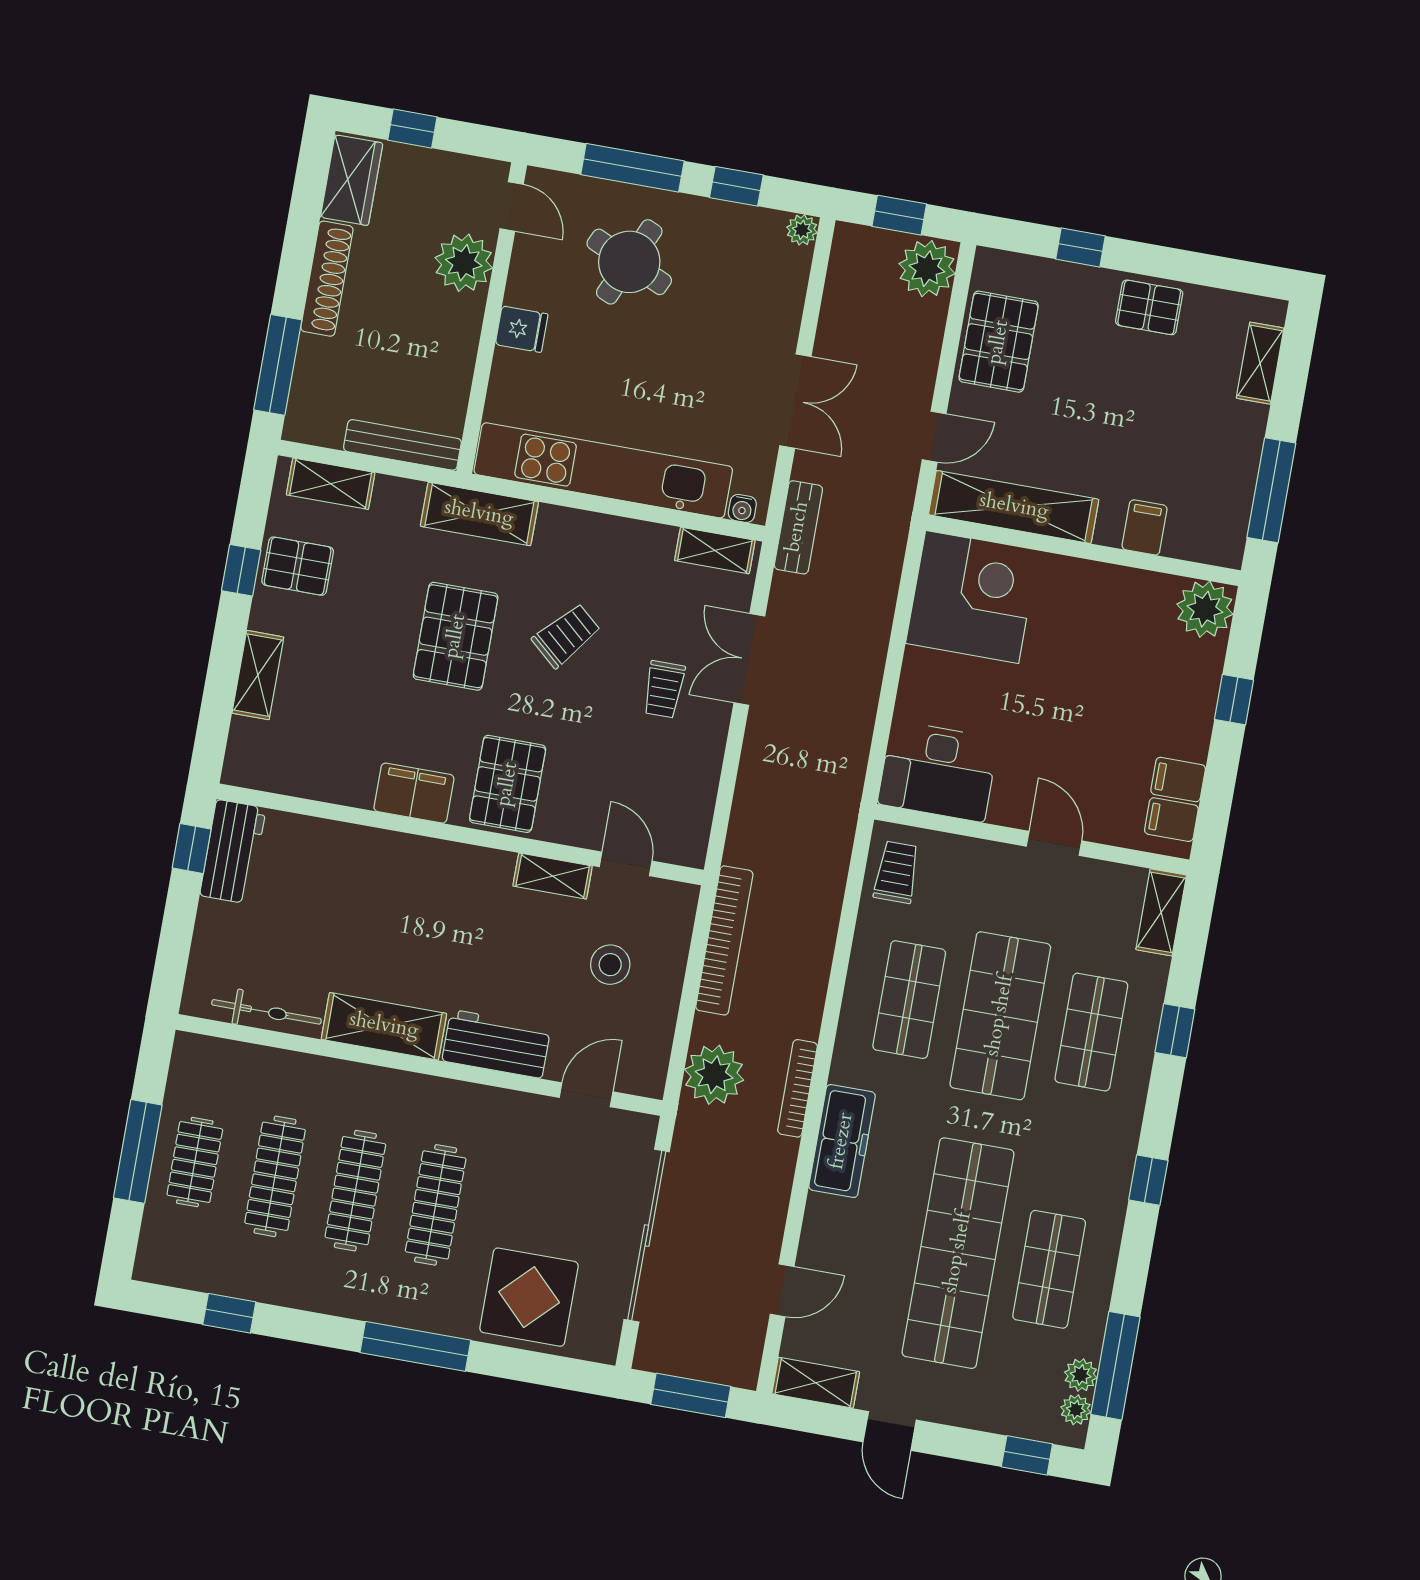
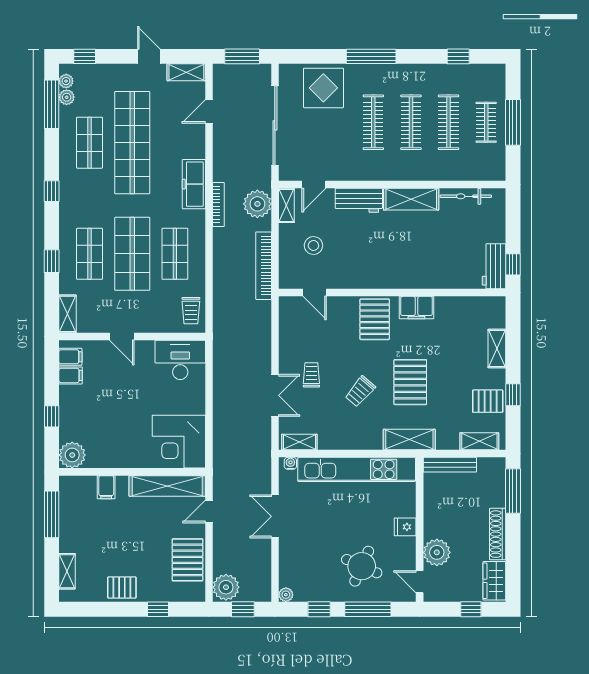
bench: (798, 527) -> (263, 459), removed
shelving: (553, 876) -> (286, 205), moved, turned 90

